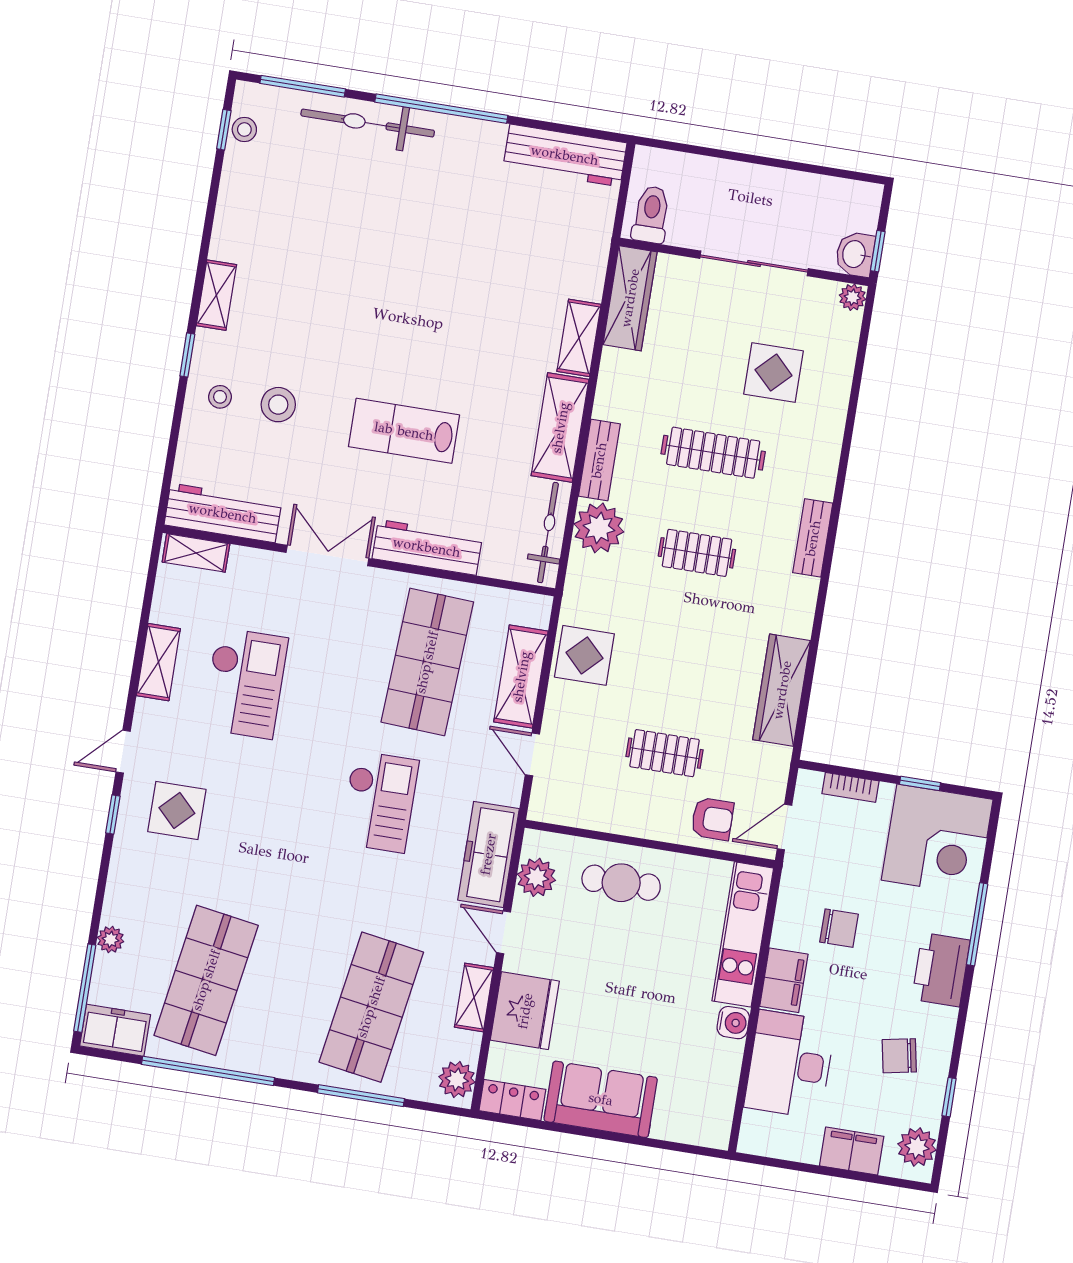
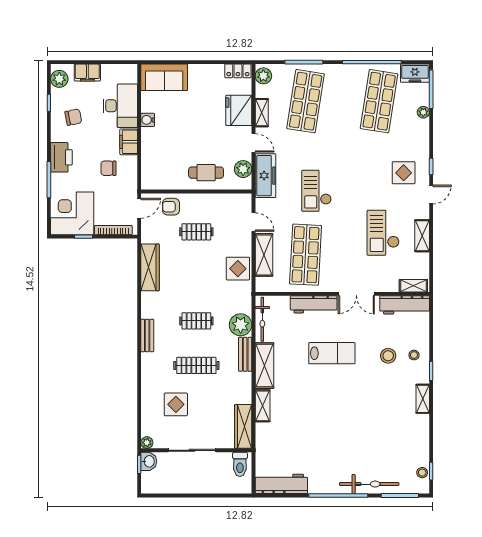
bookcase: (850, 787) -> (113, 230), width x1.56
kitchen unit: (743, 934) -> (150, 159), removed
sofa: (601, 1099) -> (164, 77), moved

